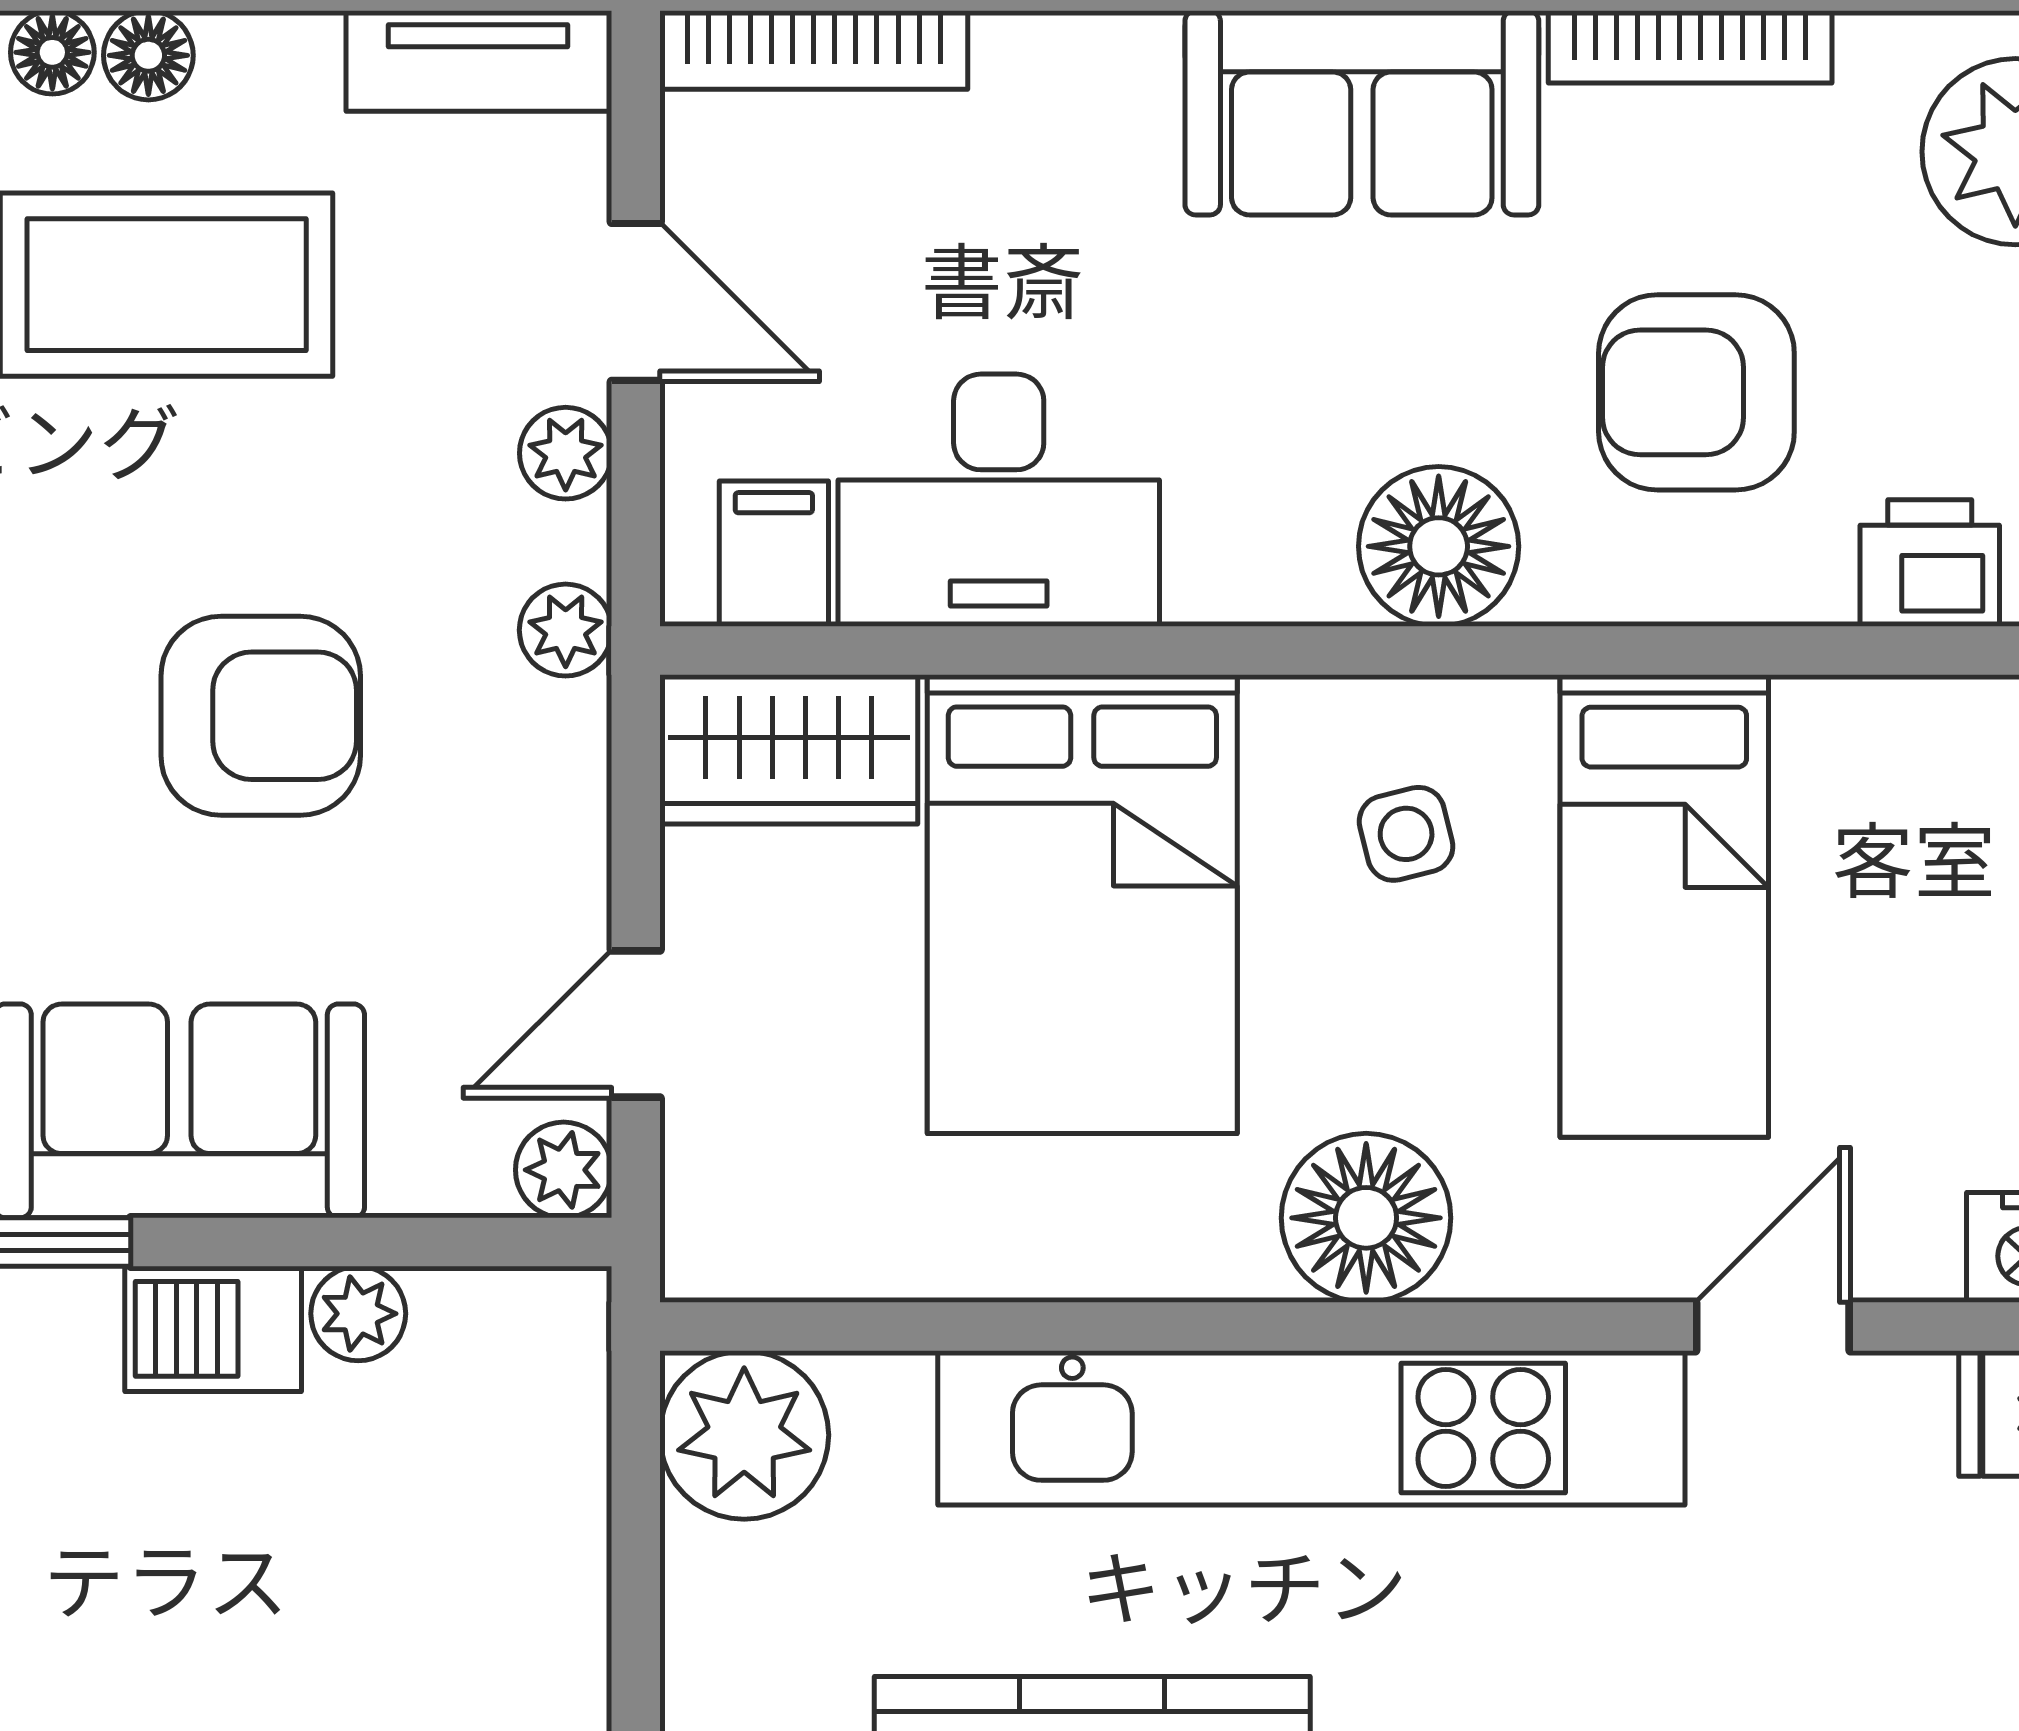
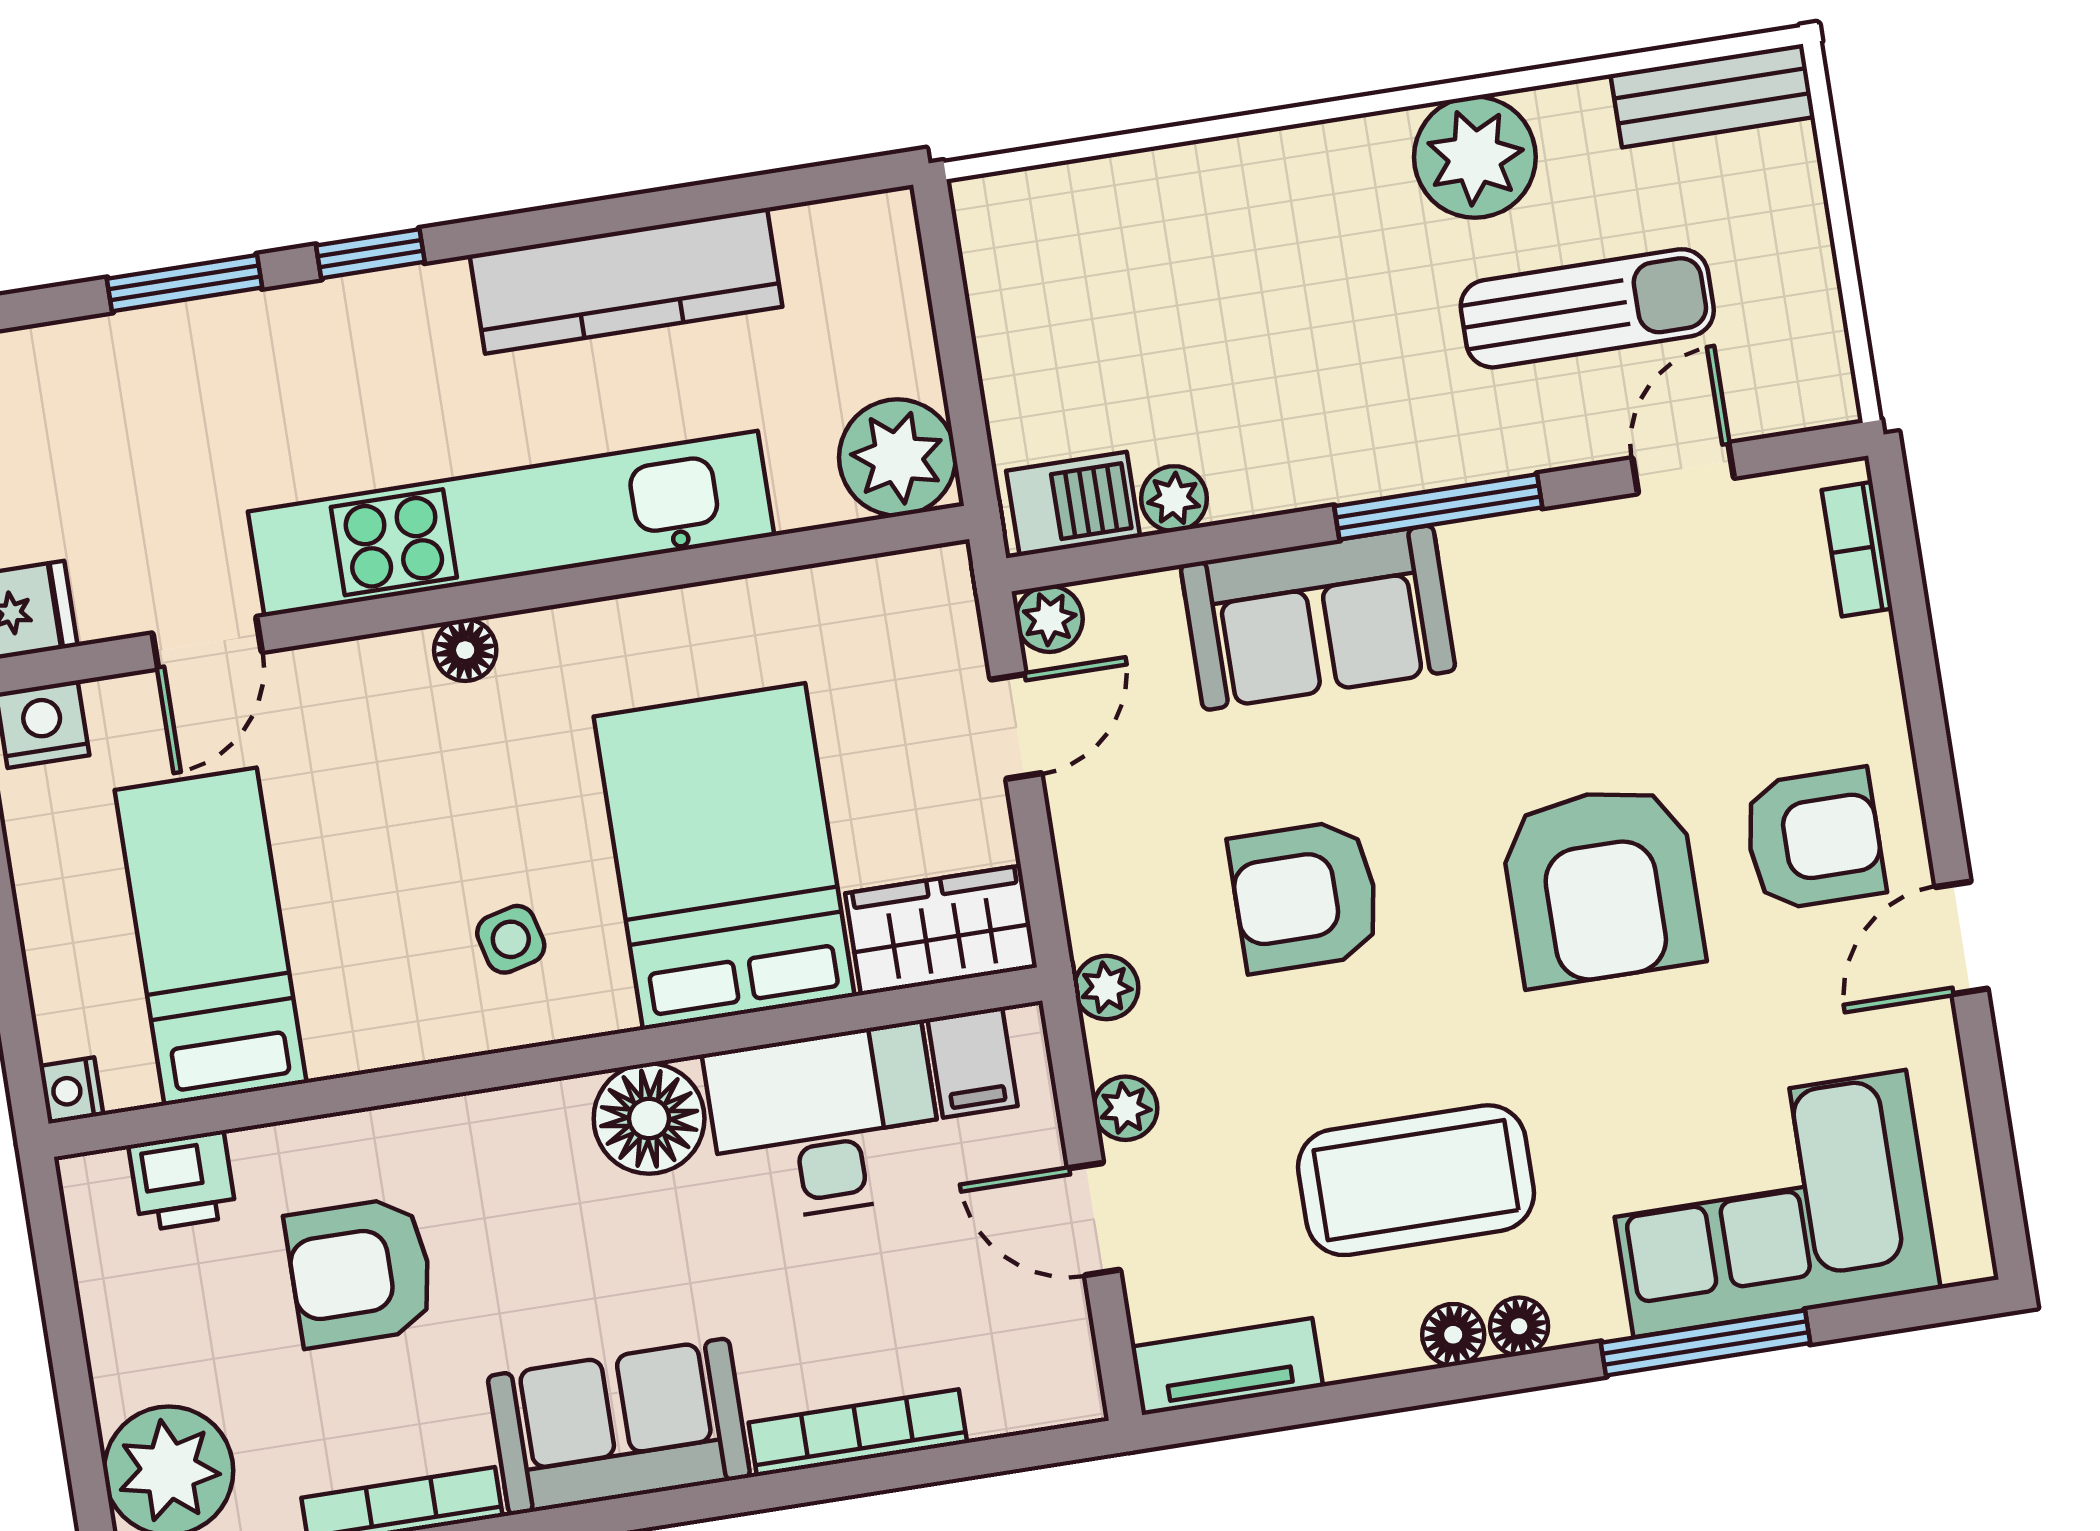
bookcase: (814, 50) -> (858, 1433), moved
armchair: (1696, 392) -> (360, 1272), turned 180
floor lamp: (1439, 546) -> (649, 1119), moved
bed: (1664, 906) -> (211, 936), moved
floor lamp: (1366, 1218) -> (465, 650), width x0.53, depth x0.53
barbecue: (213, 1329) -> (1073, 504), moved

